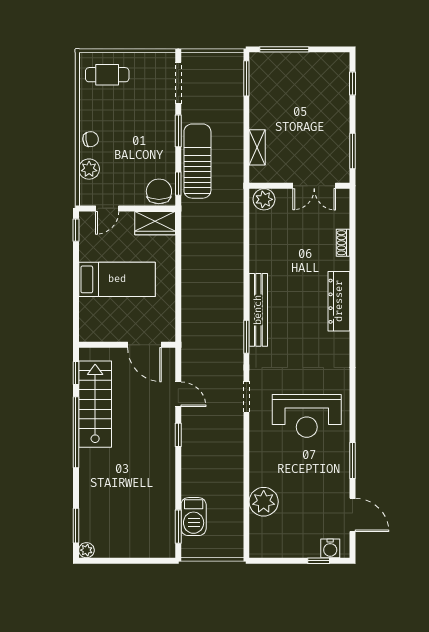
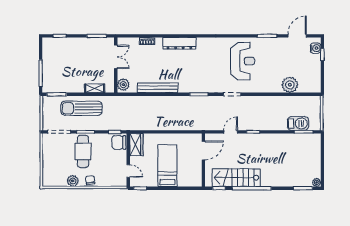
cafe table: (107, 75) -> (83, 151), moved, width x1.37, depth x1.35
sun lounger: (197, 161) -> (82, 108), moved
plant: (89, 169) -> (73, 181), moved
bench: (258, 310) -> (158, 88), moved

